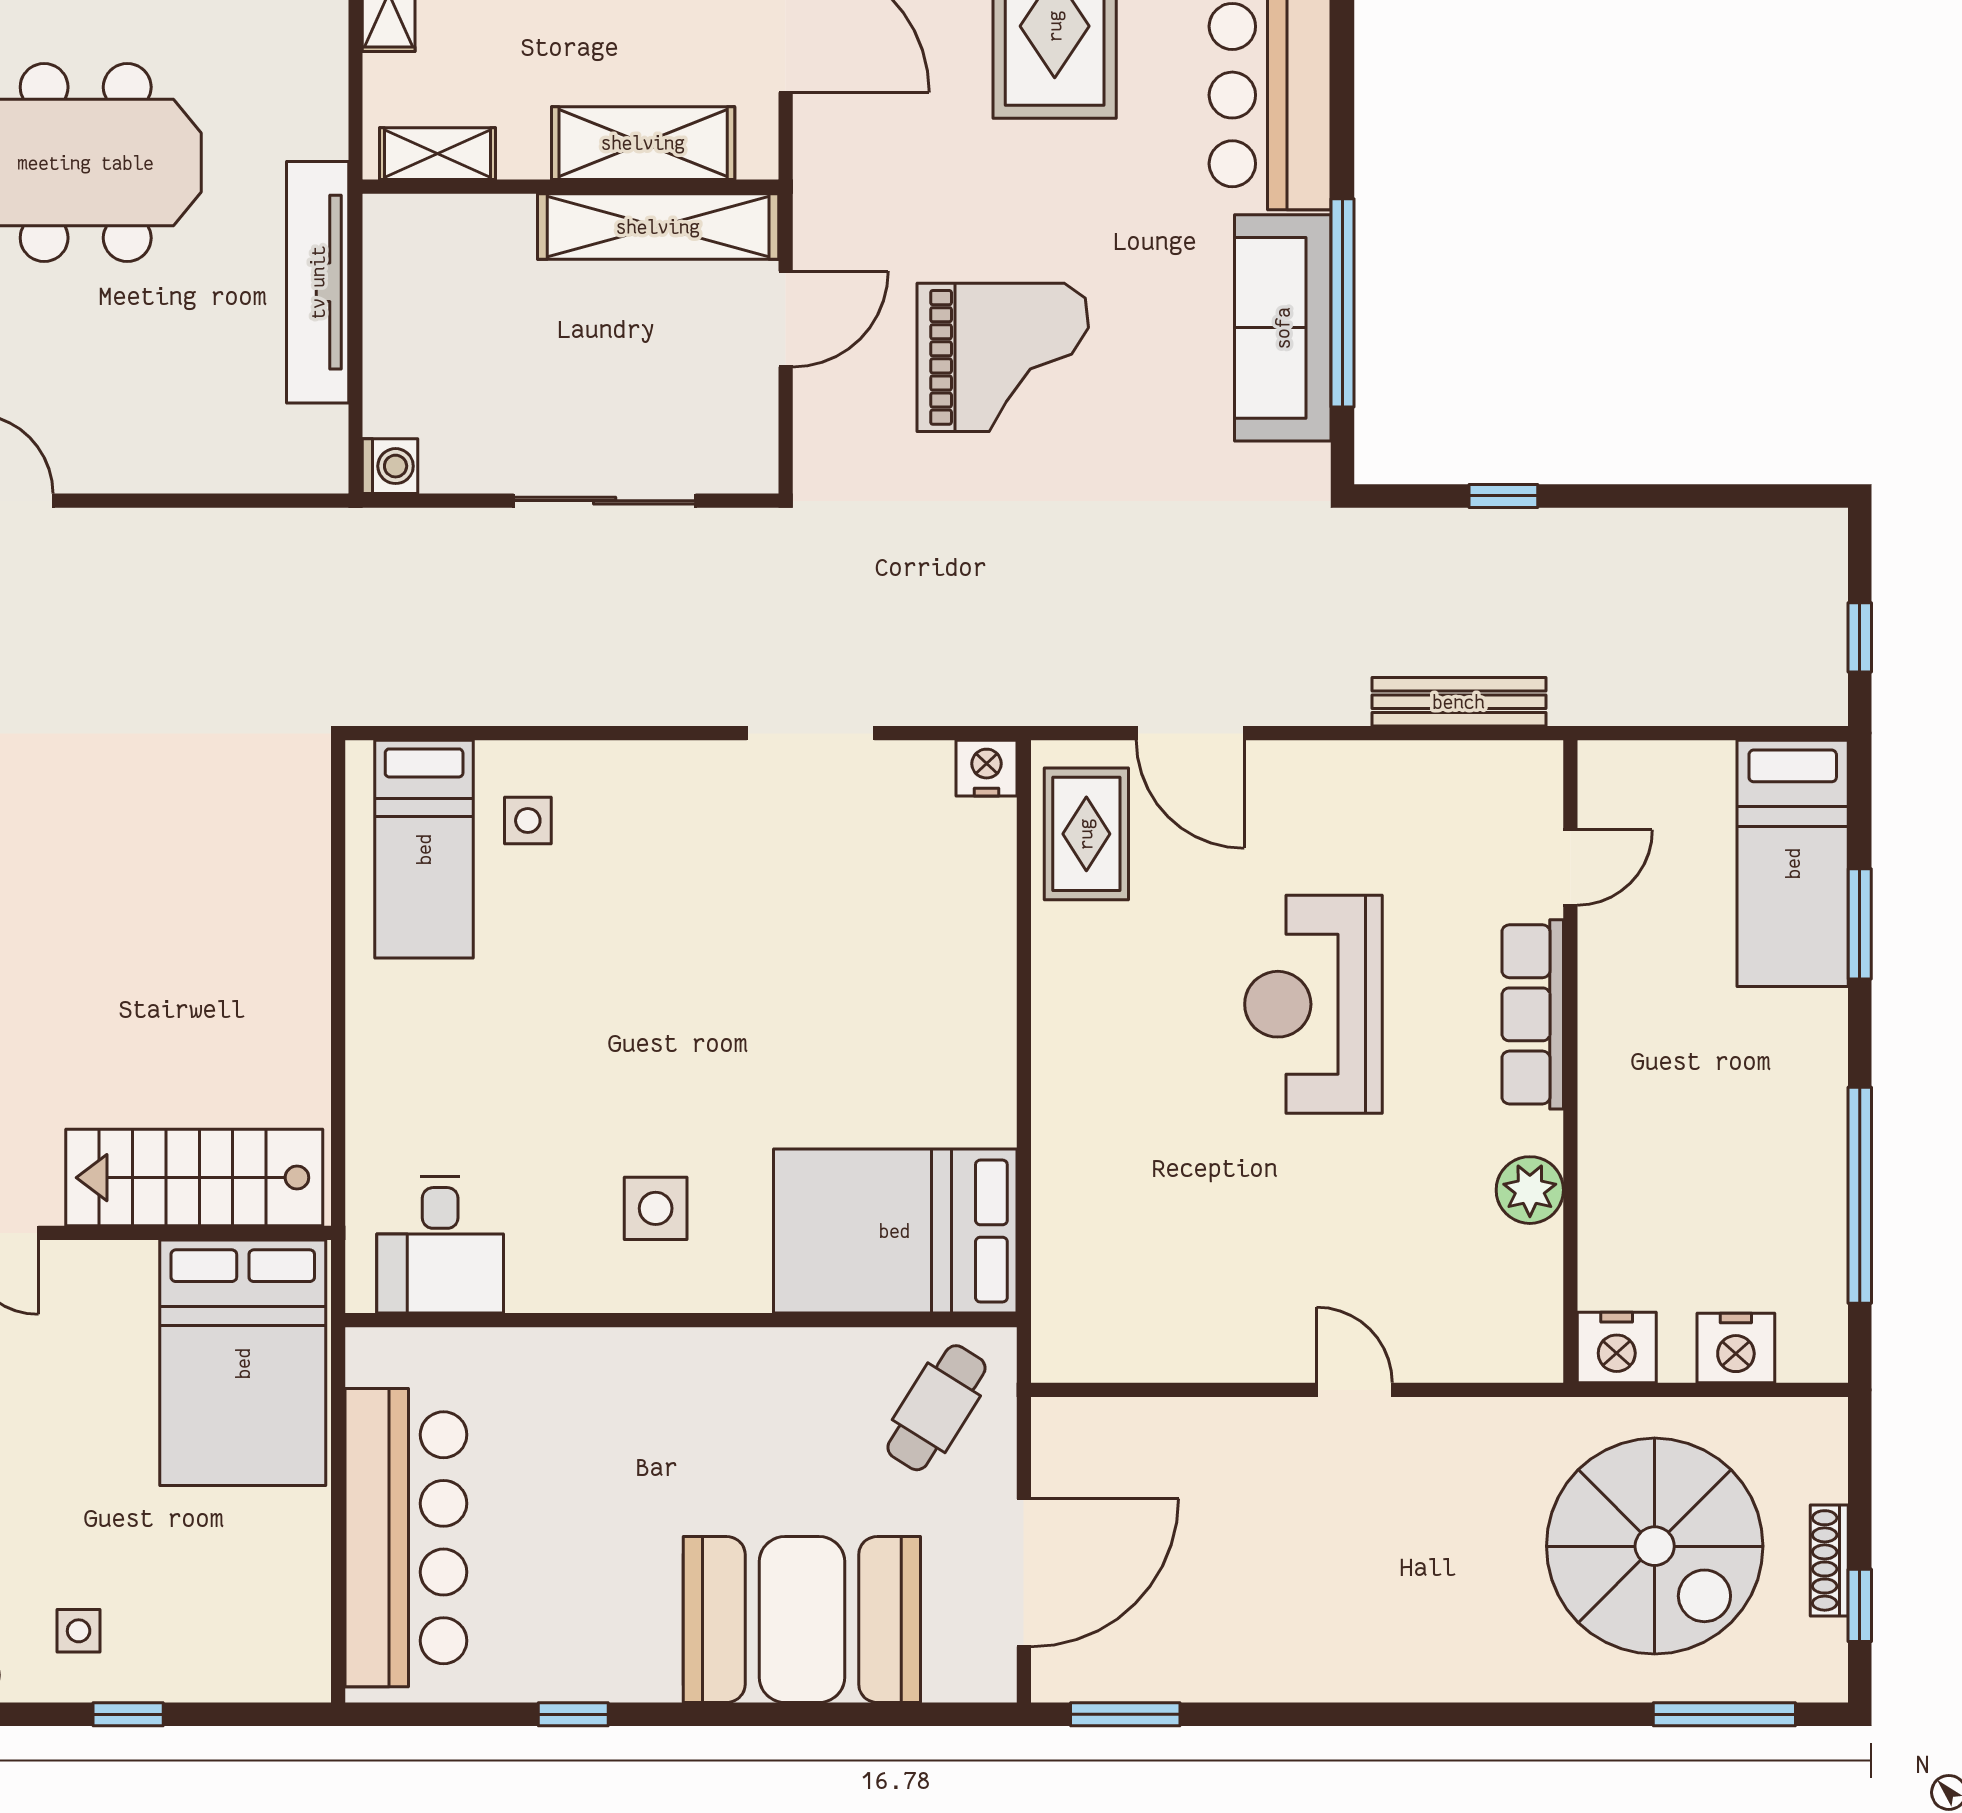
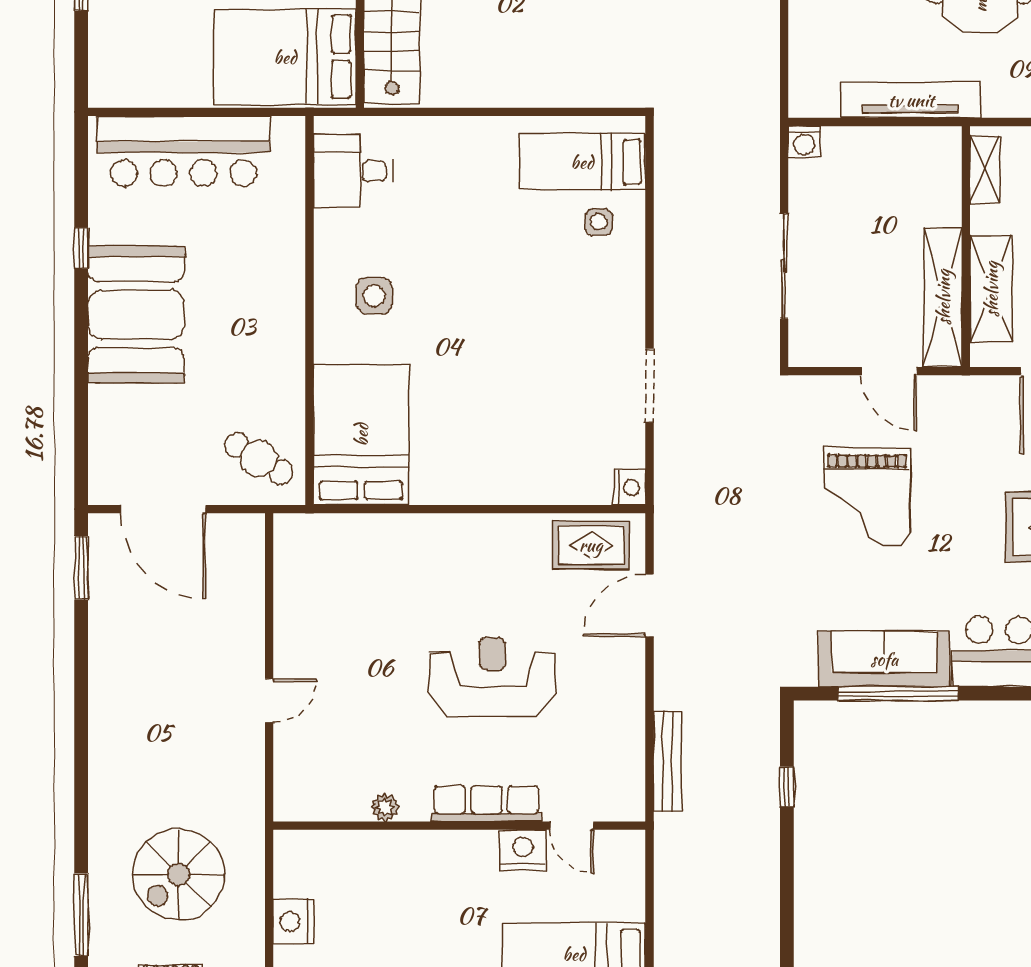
plant: (1530, 1190) -> (385, 807), width x0.73, depth x0.73
nightstand: (1617, 1348) -> (523, 850), moved, turned 90
spiral stairs: (1655, 1546) -> (179, 874), width x0.73, depth x0.73
booth: (802, 1619) -> (136, 315), moved

